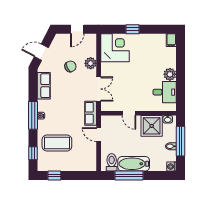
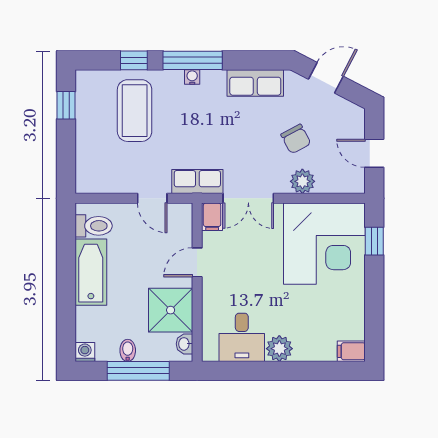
window: (133, 29) -> (374, 241), moved
corner desk: (115, 48) -> (324, 244), width x1.36, depth x1.36
door: (41, 52) -> (326, 78), hinge flipped
filing cabinet: (107, 106) -> (212, 217), added
door: (99, 135) -> (152, 198), swing flipped
window: (33, 153) -> (134, 60), moved
window: (129, 176) -> (66, 262), removed

